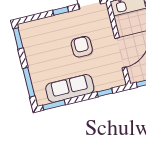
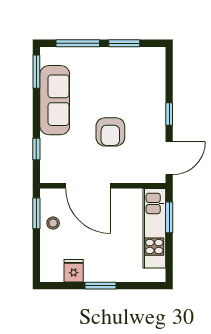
window: (18, 38) -> (124, 43), moved
armchair: (82, 47) -> (110, 132), turned 90

